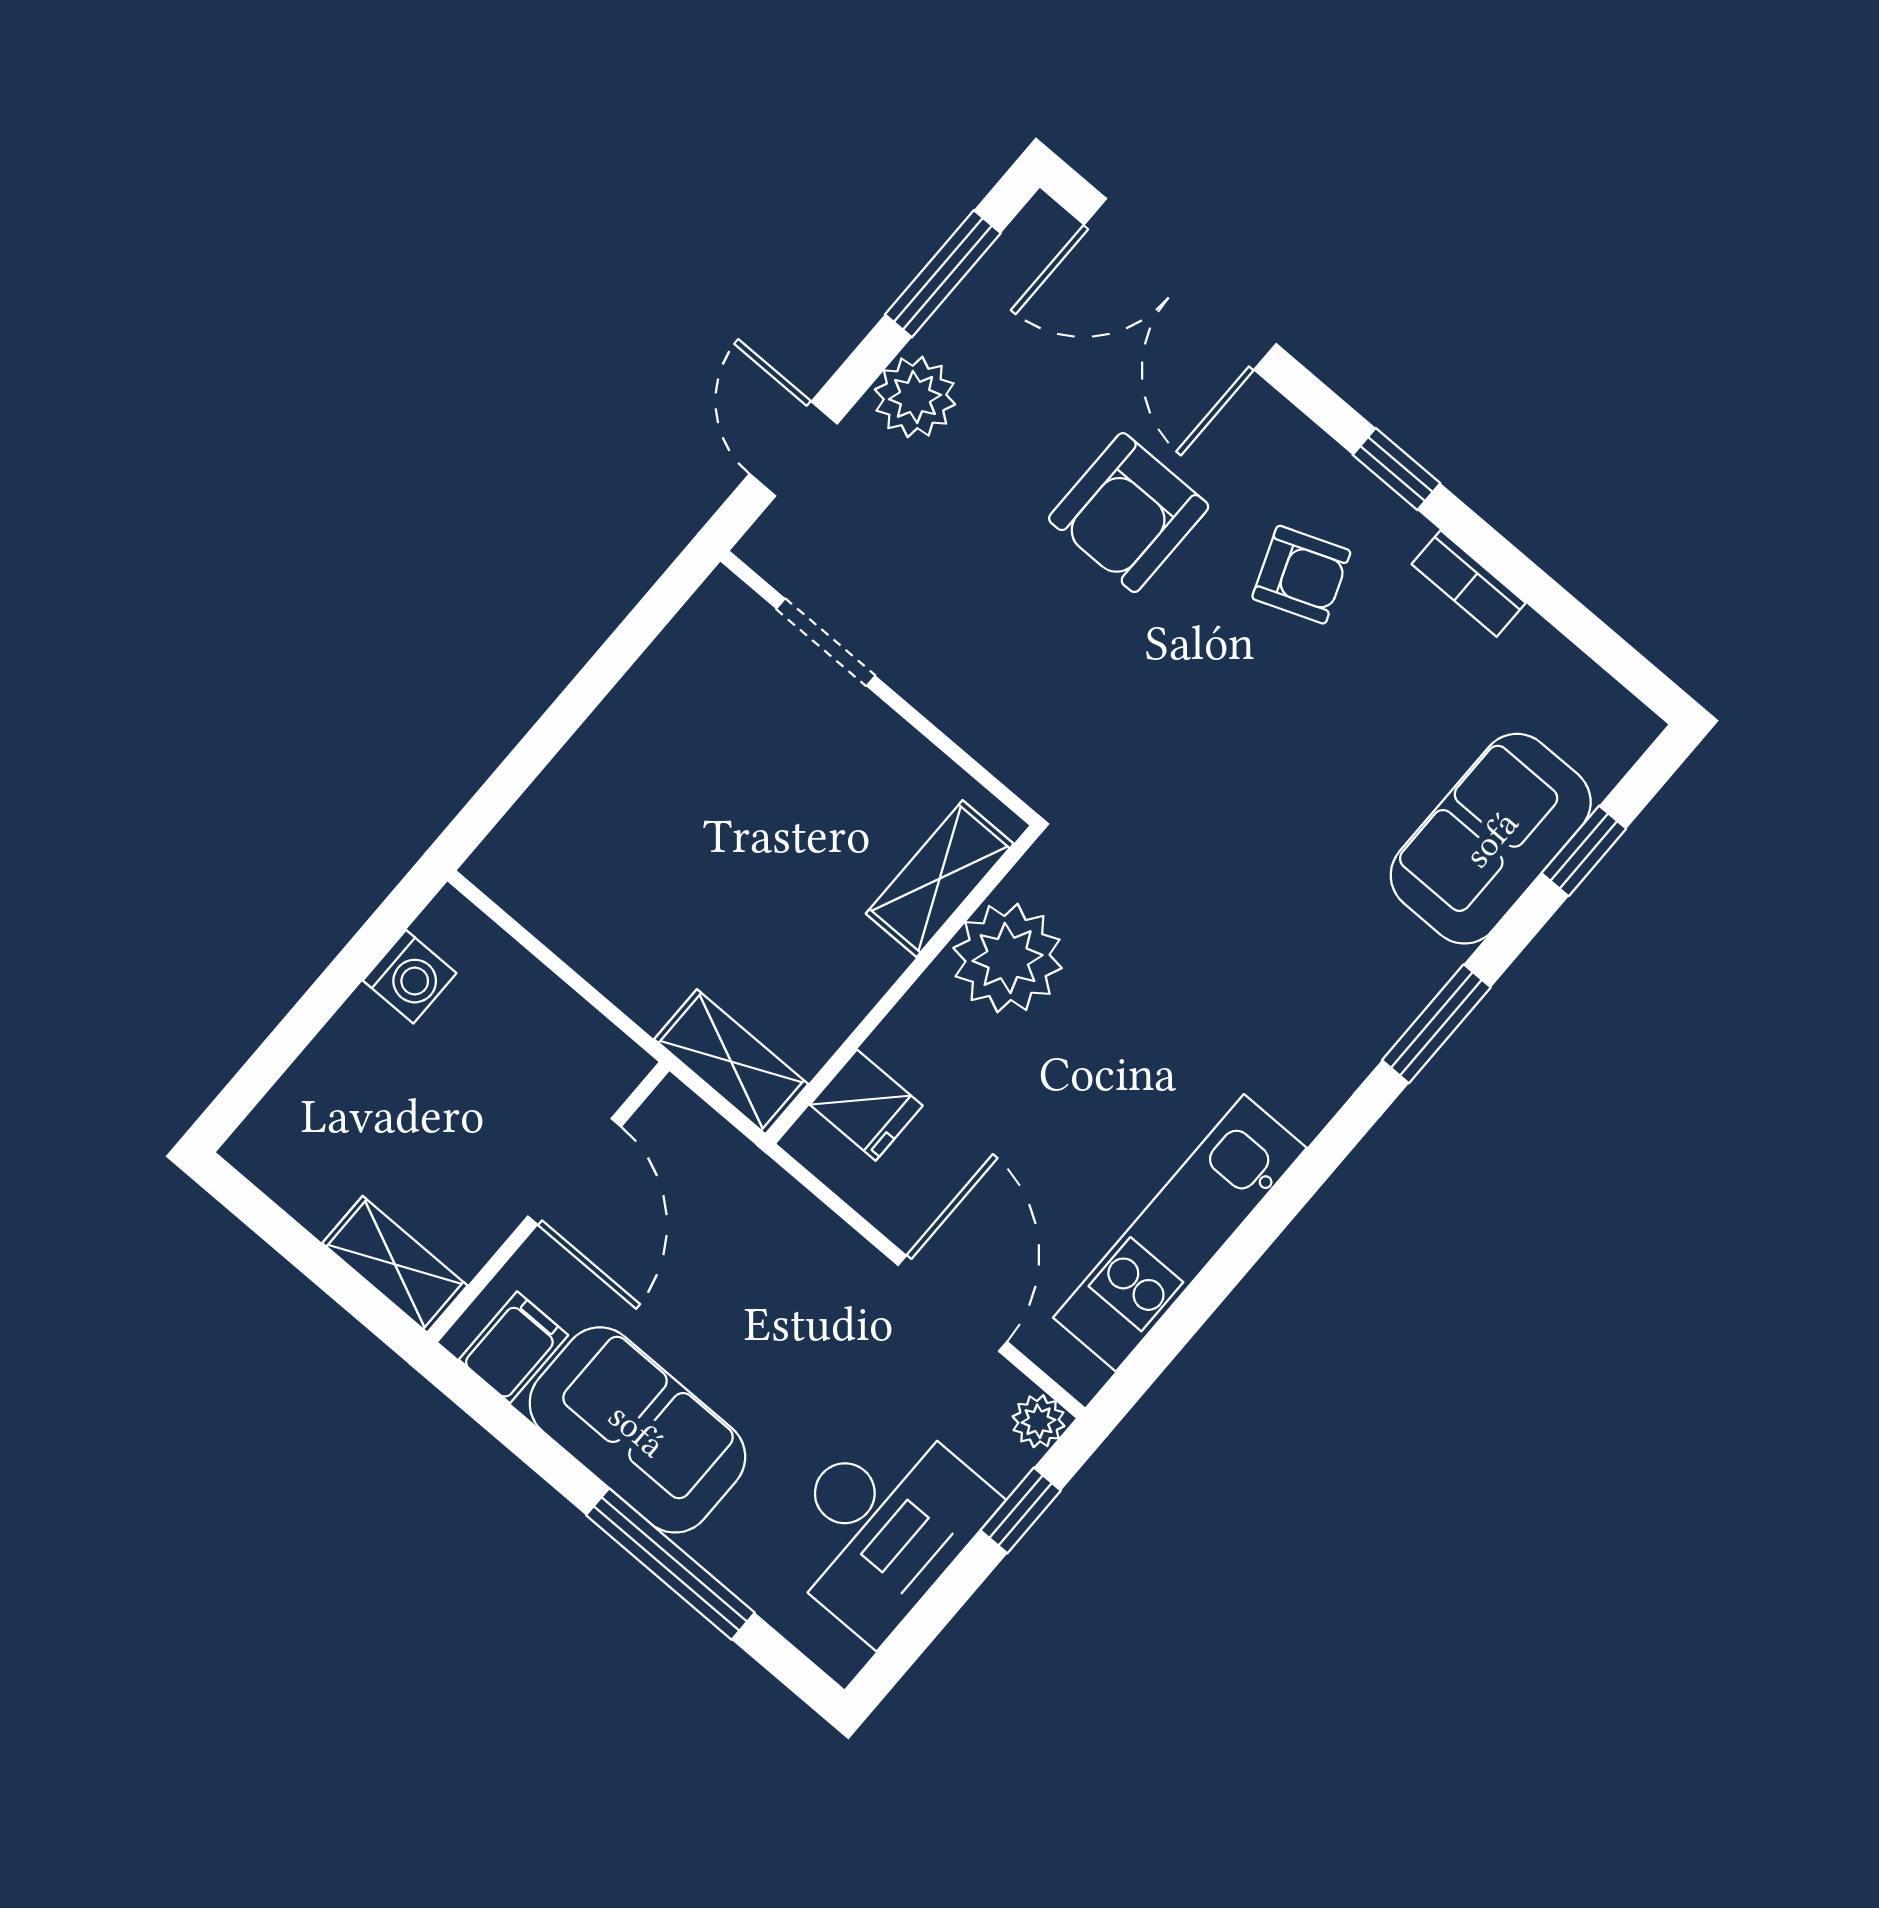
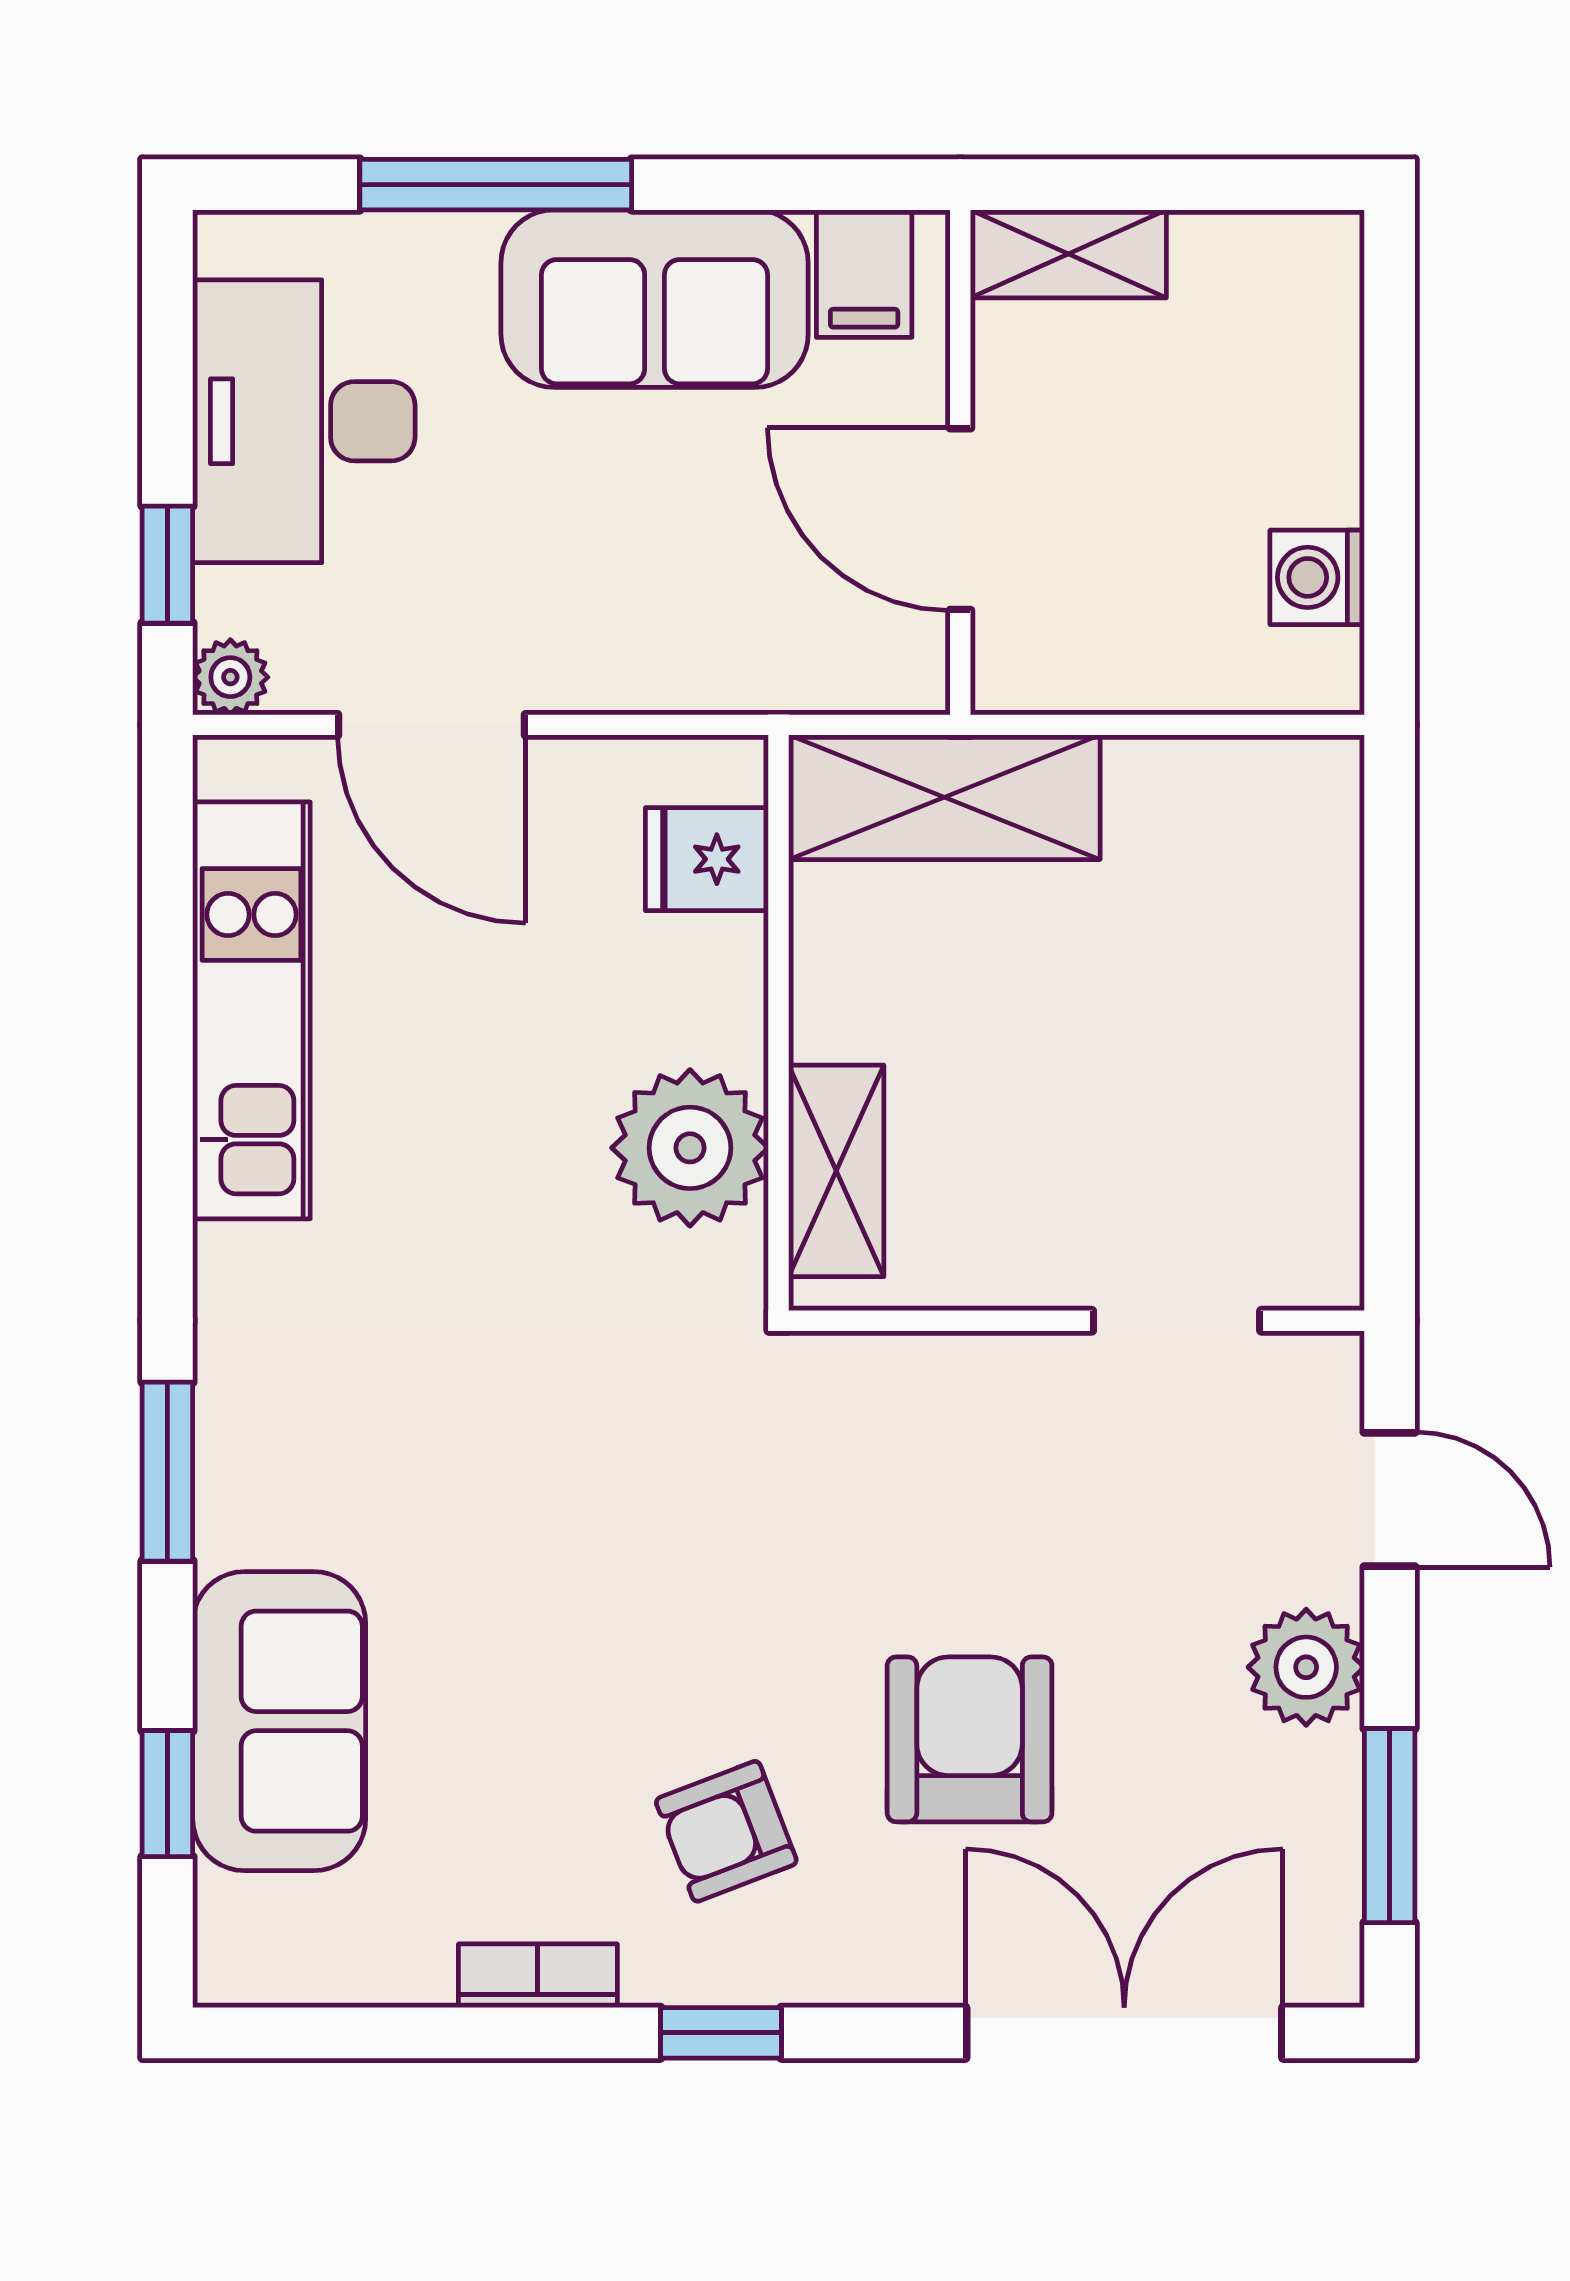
shelving: (731, 1062) -> (944, 797), width x1.50, depth x1.33

